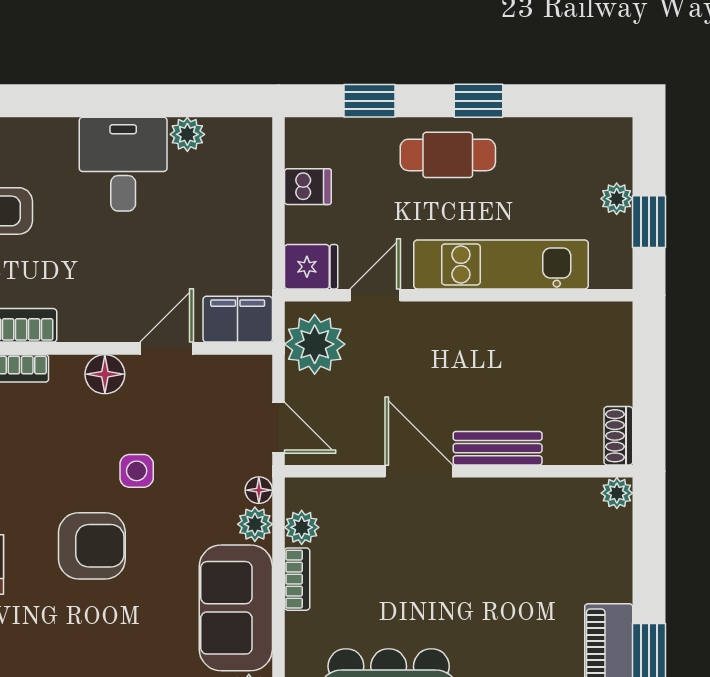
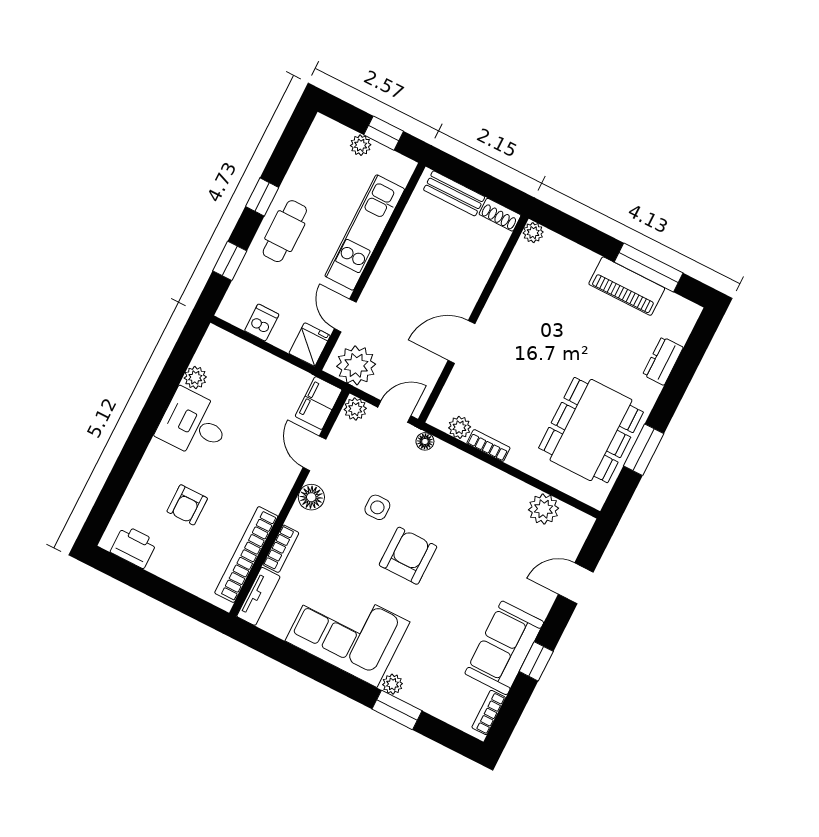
bench: (498, 448) -> (454, 193), moved, turned 90
plant: (255, 524) -> (355, 409), moved
sofa: (236, 608) -> (487, 490), removed

